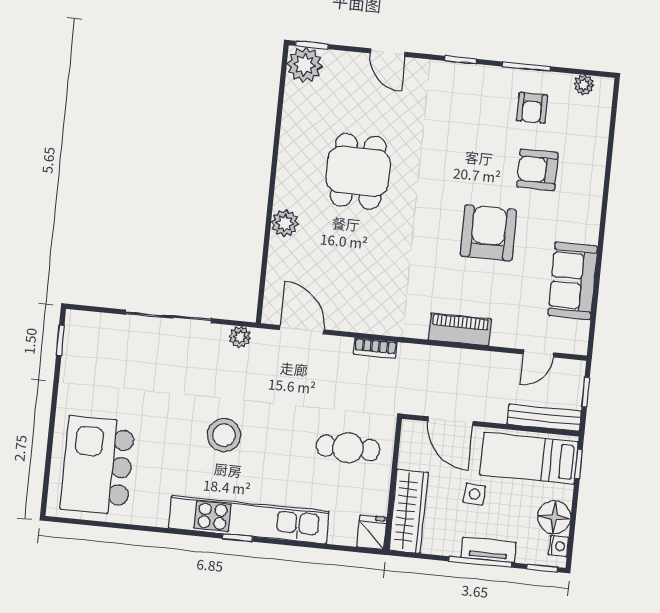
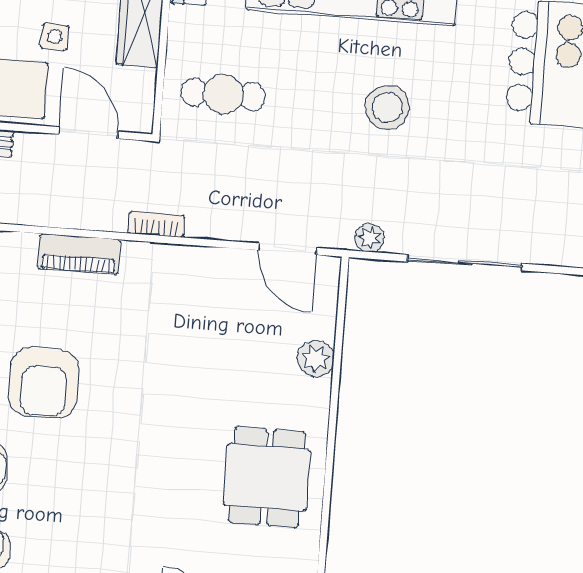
dining table: (358, 171) -> (267, 477), moved
plant: (285, 223) -> (316, 359), moved
bookcase: (375, 348) -> (156, 224), moved

